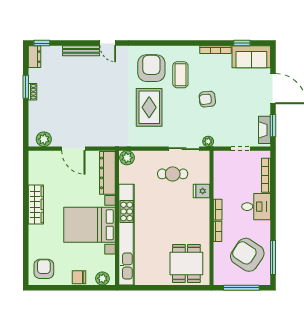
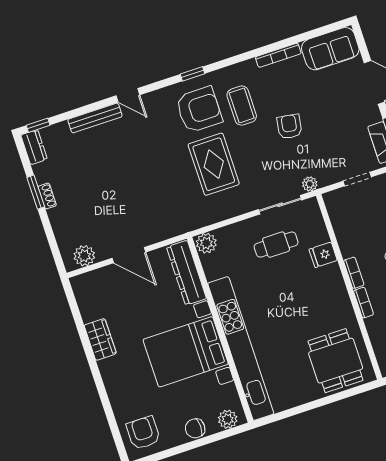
window: (242, 43) -> (192, 74), moved
armchair: (151, 68) -> (199, 110), turned 90
armchair: (207, 99) -> (289, 127), turned 105
wardrobe: (36, 204) -> (100, 339), width x0.67

